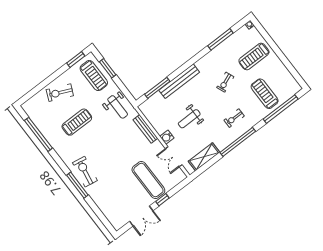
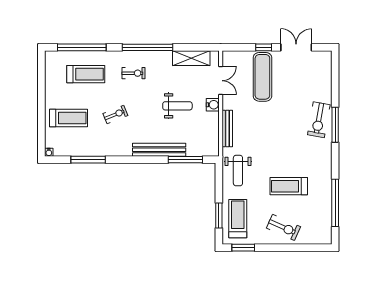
treadmill: (265, 94) -> (86, 74), turned -90
weight bench: (118, 107) -> (238, 171), turned 180
exercise bike: (85, 172) -> (319, 120), moved

